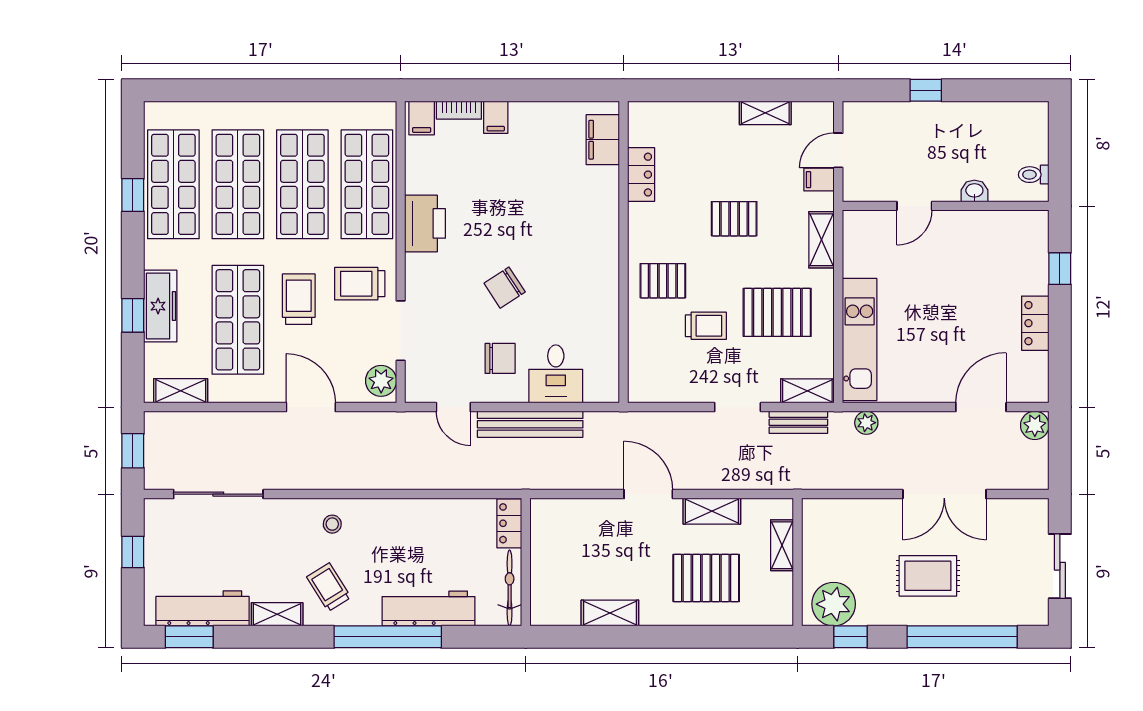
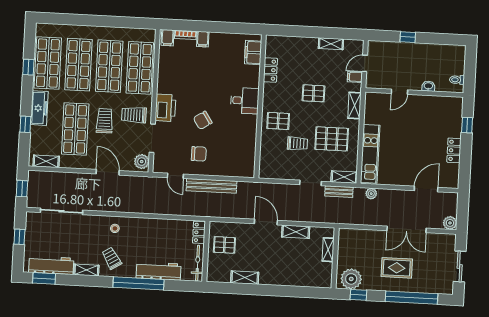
printer: (425, 223) -> (165, 108), moved
freezer: (160, 306) -> (39, 108), moved
desk: (556, 374) -> (245, 101), moved, turned -90
plant: (1035, 425) -> (450, 223), moved
pallet: (706, 578) -> (224, 245), moved, width x0.67, depth x0.71

